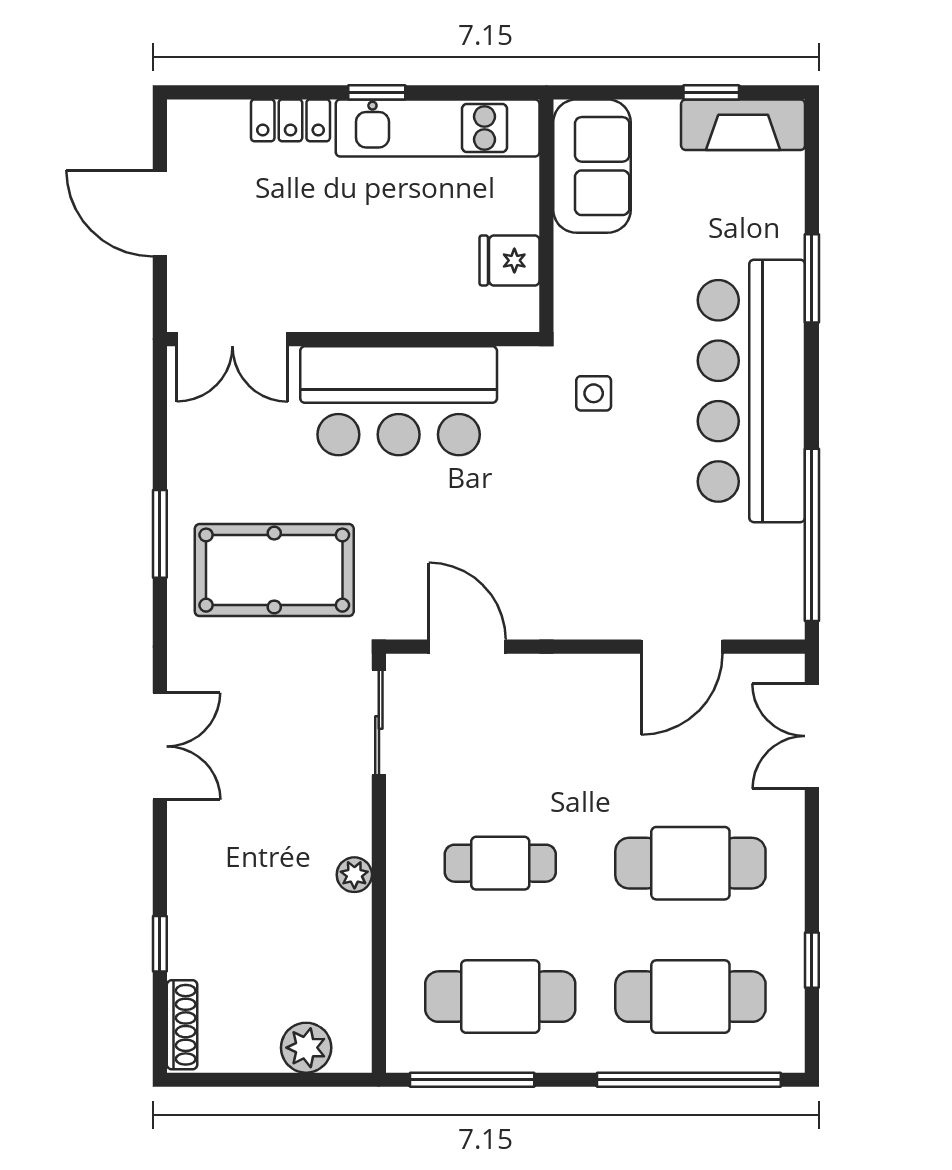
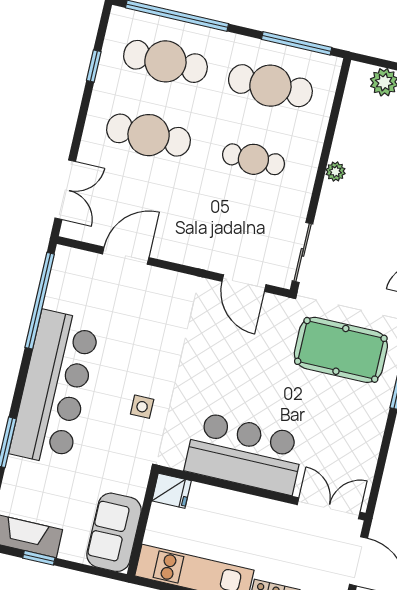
double door: (232, 339) -> (329, 508), moved
wall: (353, 339) -> (262, 493), moved
bar counter: (399, 401) -> (245, 453), moved

